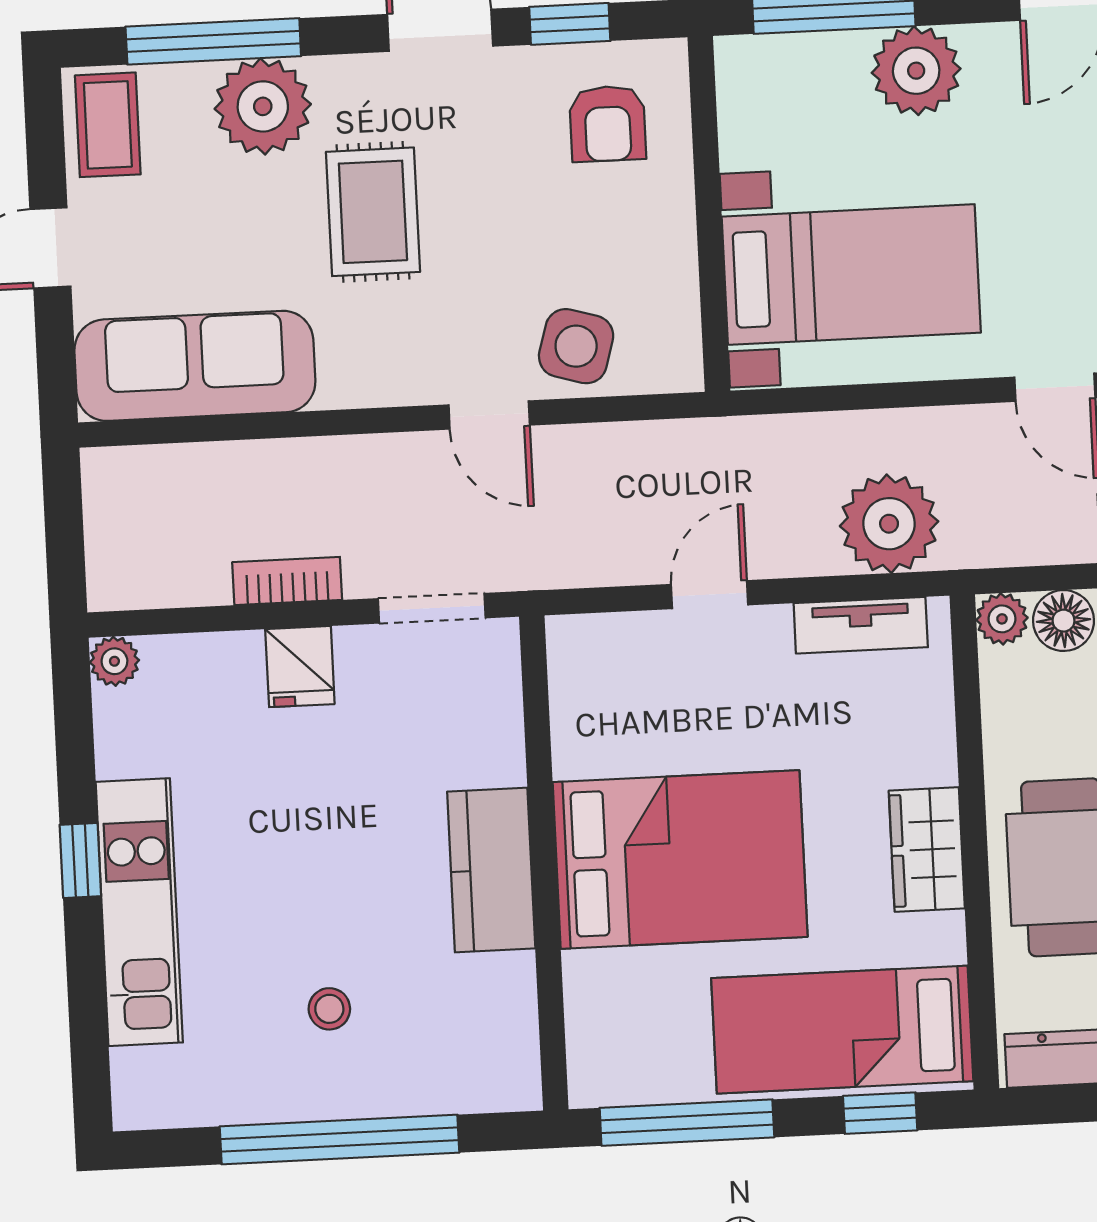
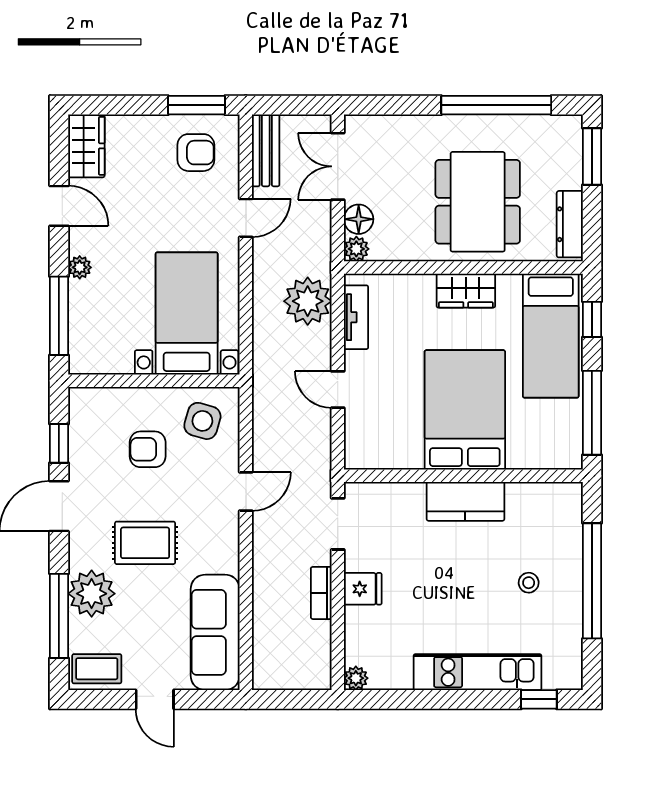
plant: (916, 71) -> (80, 267), width x0.53, depth x0.53
armchair: (608, 124) -> (148, 449), moved, turned 180
side table: (576, 346) -> (202, 421), moved
window: (80, 860) -> (539, 699), moved

